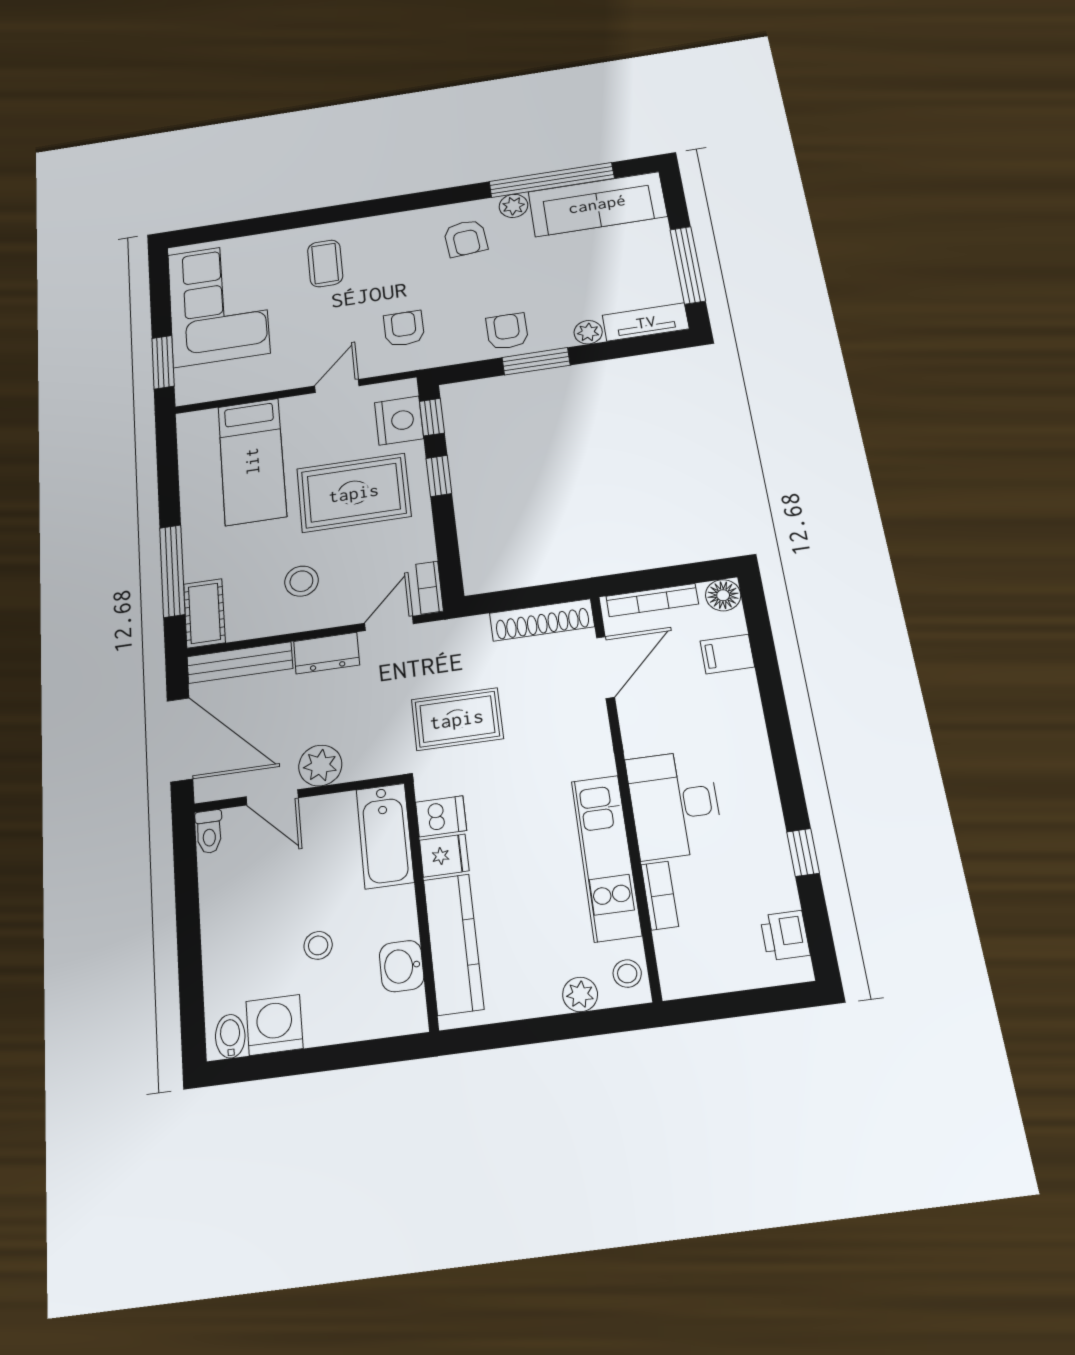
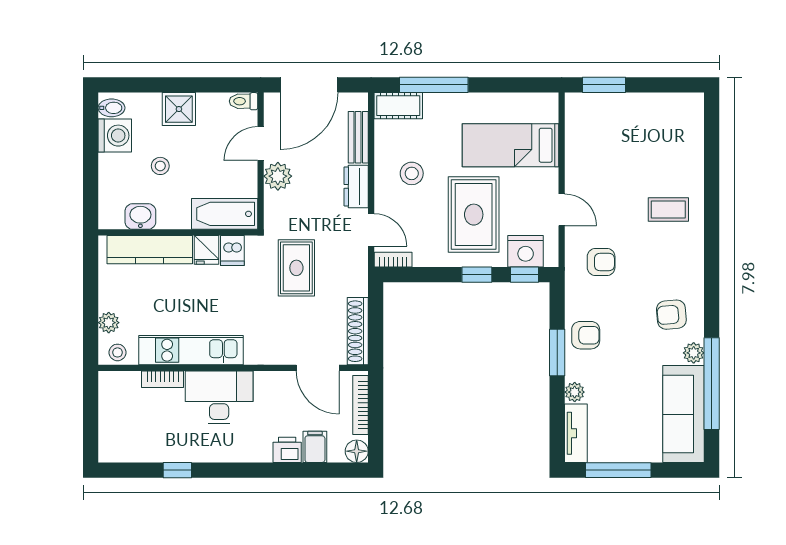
corner sofa: (218, 304) -> (647, 128), removed
bench: (240, 663) -> (358, 137), width x0.73
shower: (226, 928) -> (179, 109), added
printer: (785, 935) -> (287, 450), moved

